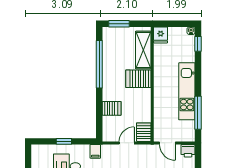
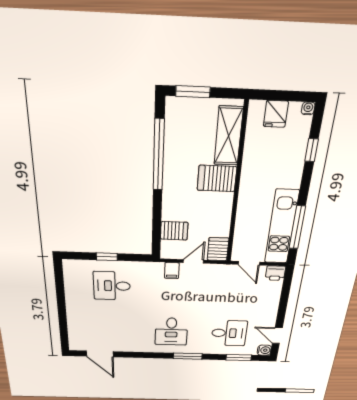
fridge: (161, 35) -> (276, 114), moved
window: (198, 44) -> (312, 150), moved
kitchen unit: (187, 91) -> (282, 227), moved
server rack: (112, 108) -> (174, 231), moved
filing cabinet: (95, 151) -> (172, 271), moved

